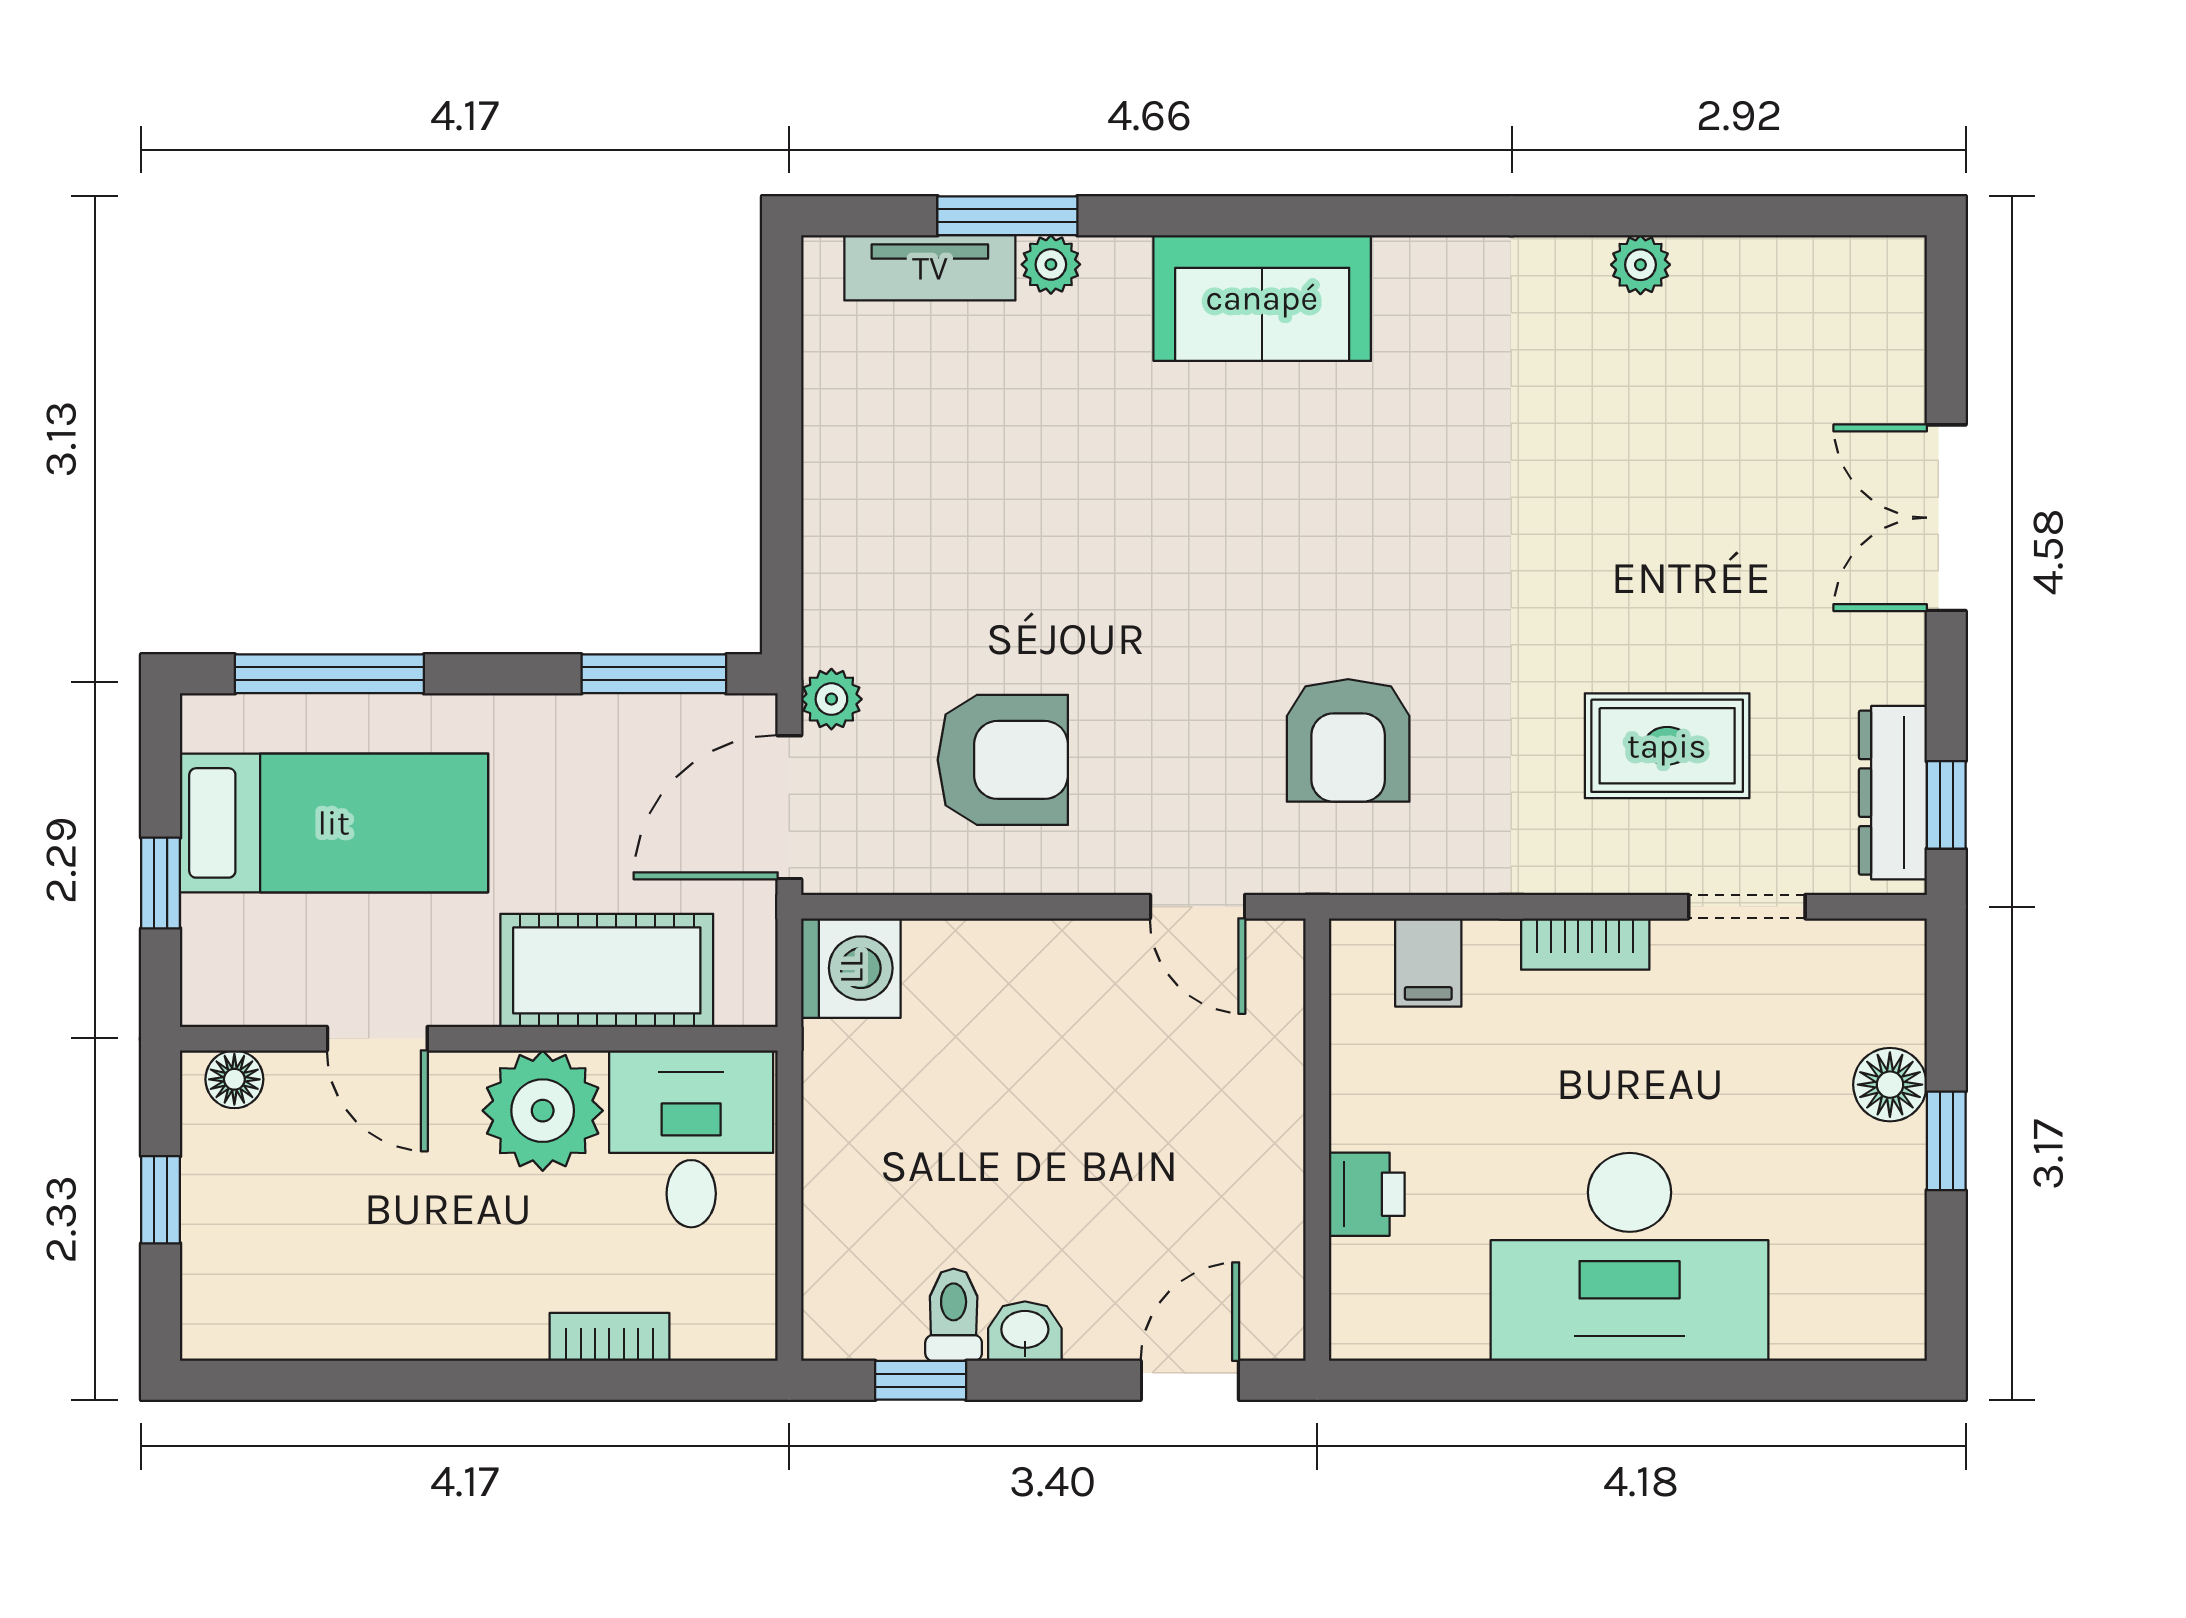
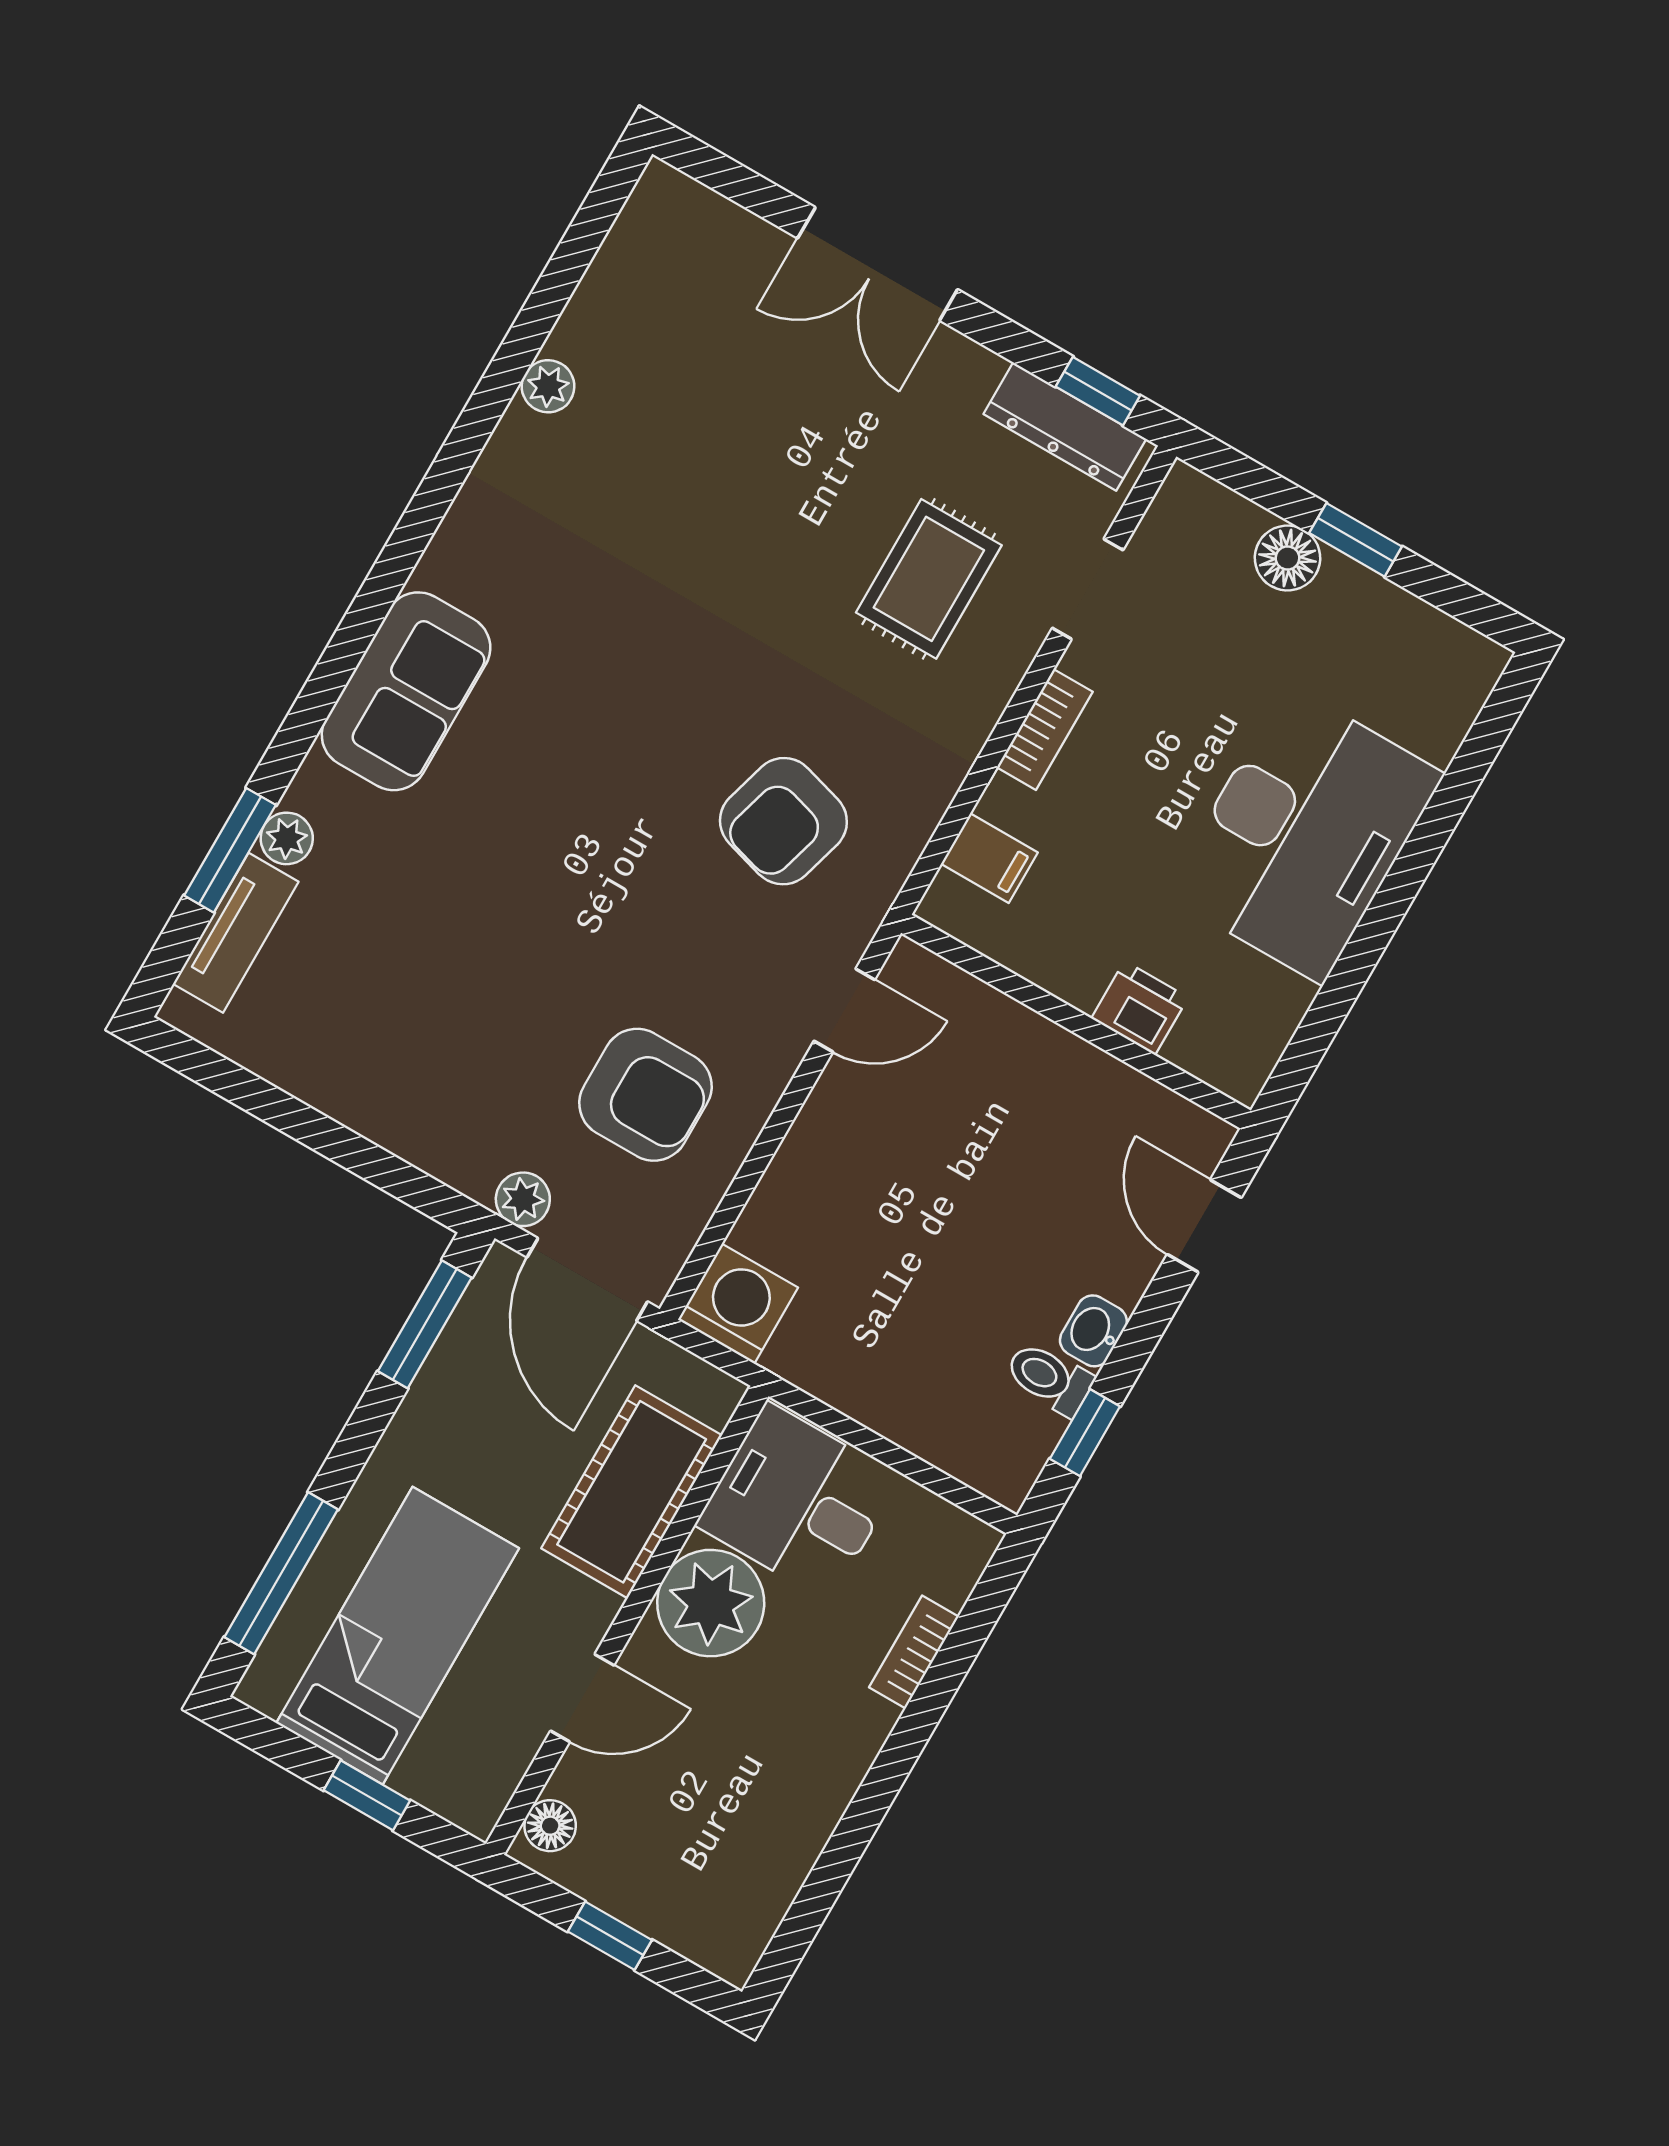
armchair: (1348, 740) -> (783, 821), turned 106
armchair: (1003, 760) -> (645, 1095), turned 90

